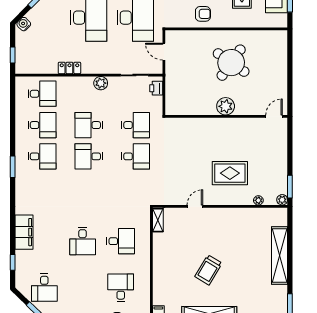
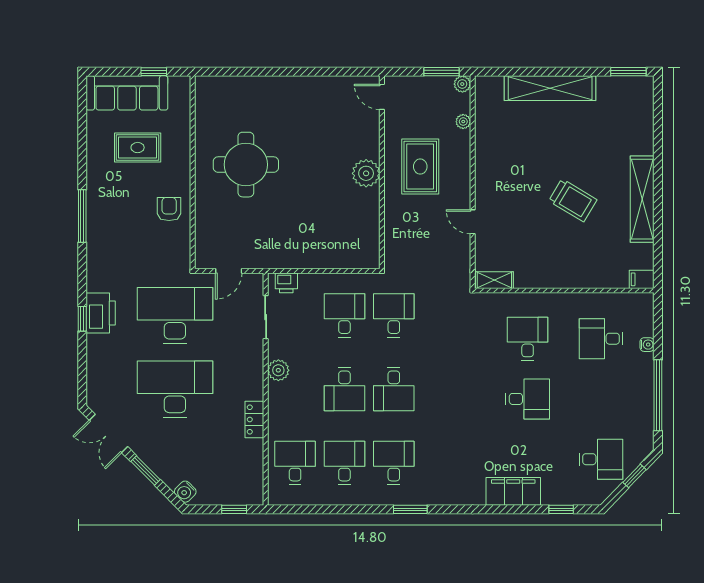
round table: (231, 63) -> (246, 165), turned -35
plant: (226, 106) -> (366, 173), moved
wall: (226, 116) -> (382, 172), moved
door: (274, 116) -> (382, 97), moved

